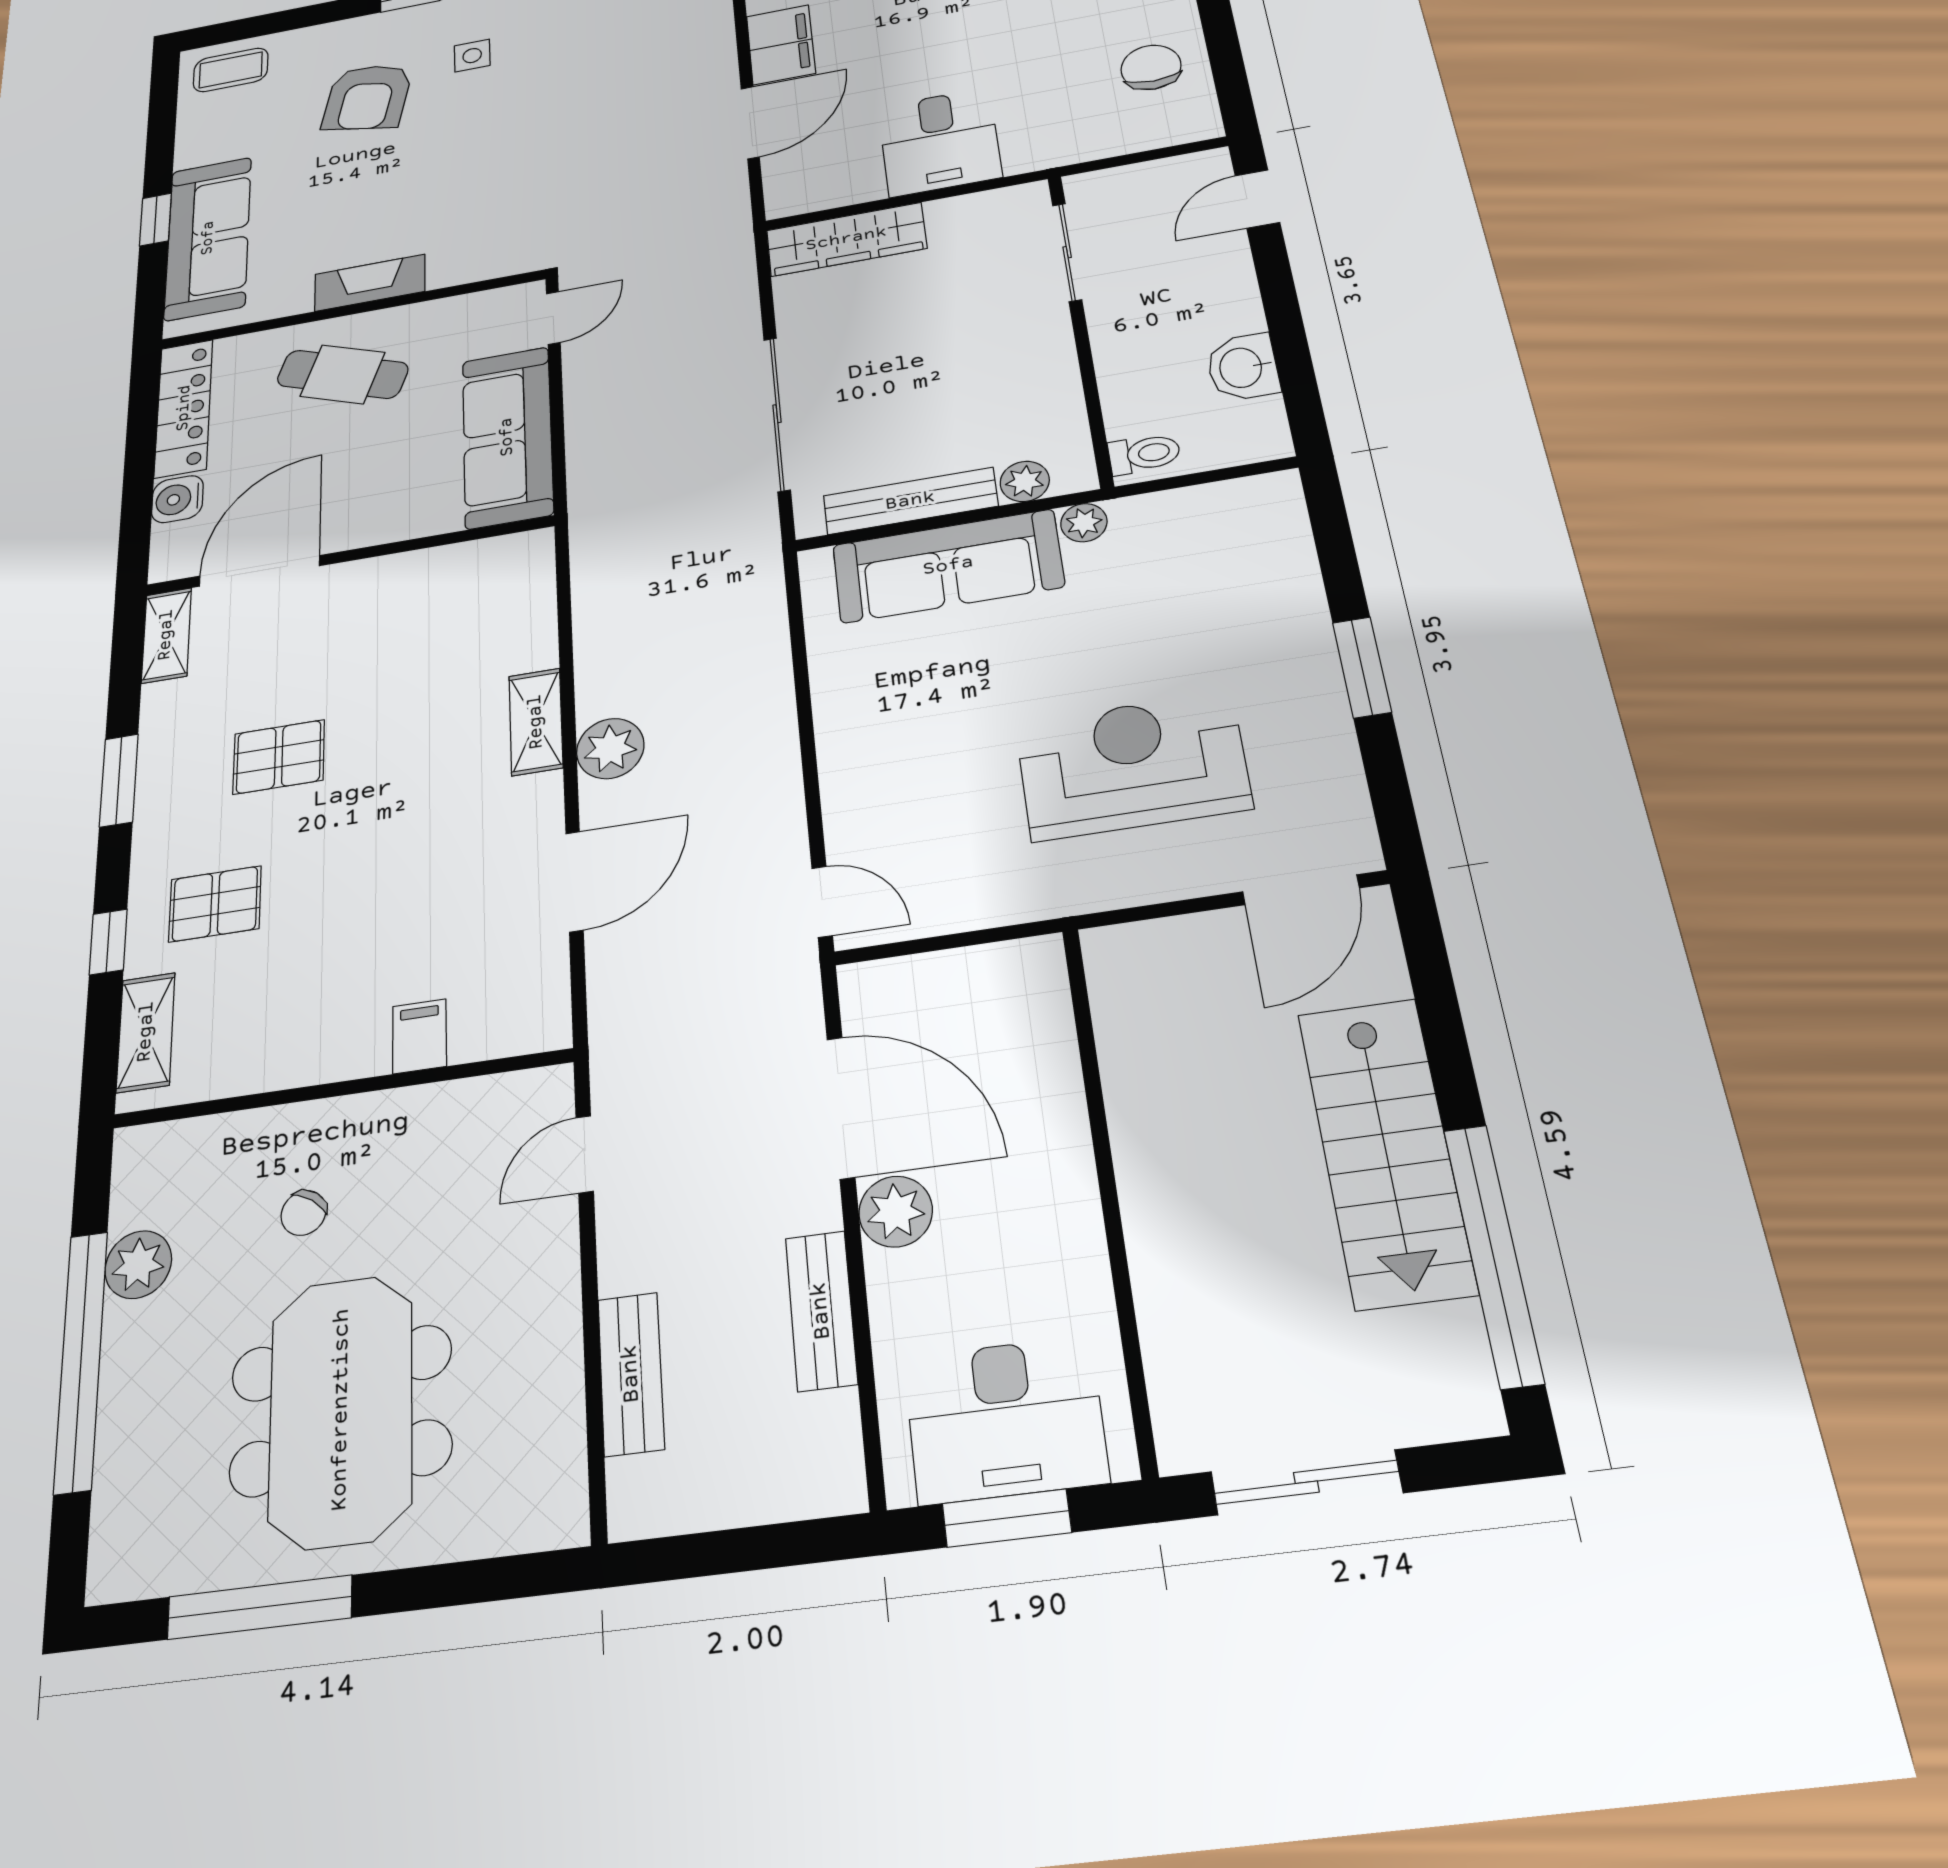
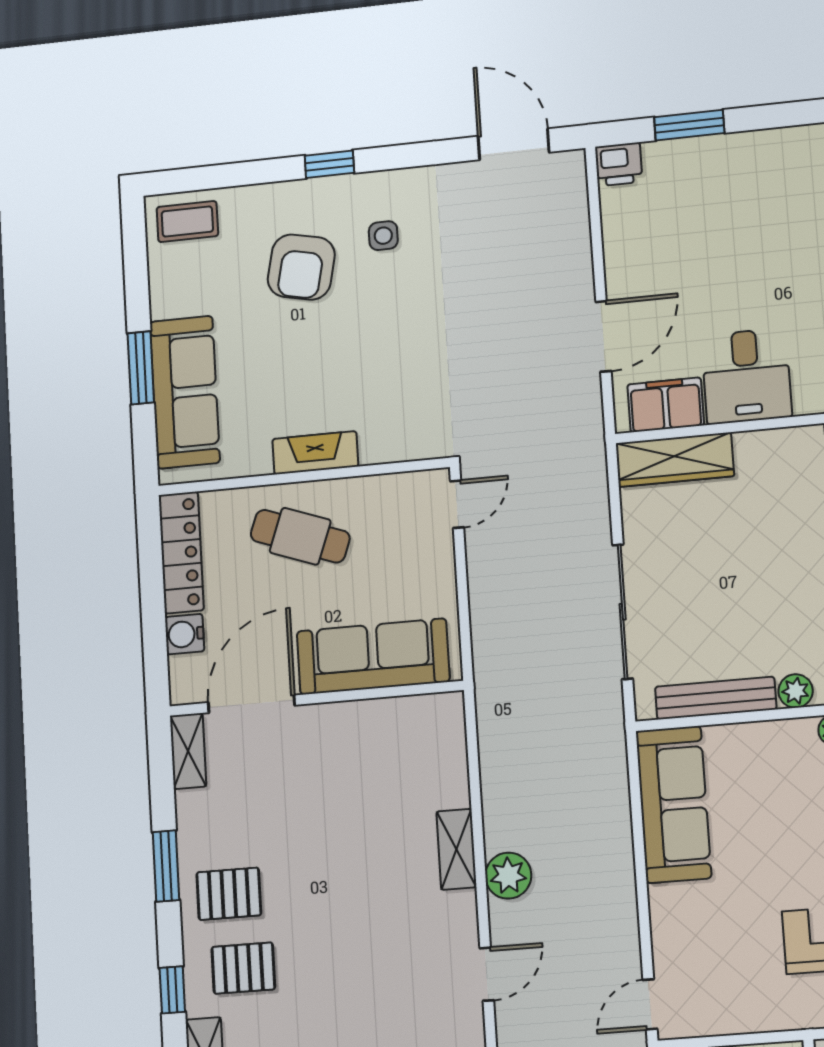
filing cabinet: (781, 45) -> (666, 405), moved, turned -90
window: (155, 220) -> (141, 368), width x1.50
sofa: (507, 437) -> (373, 656), moved, turned 90
sofa: (948, 566) -> (674, 804), moved, turned -90
pallet: (279, 757) -> (229, 894), moved
door: (574, 881) -> (487, 974), width x0.73
door: (822, 902) -> (650, 1004), swing flipped

